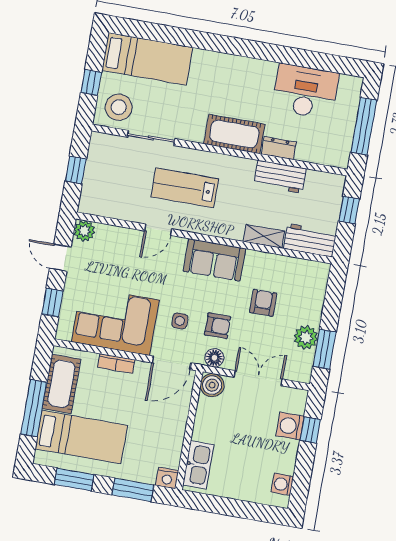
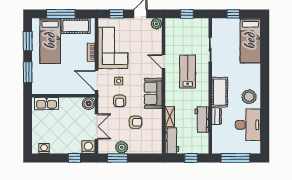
stool: (119, 107) -> (249, 97), moved
floor lamp: (214, 358) -> (103, 102), removed
washing machine: (290, 426) -> (88, 147), moved
nightstand: (167, 478) -> (37, 89), removed

